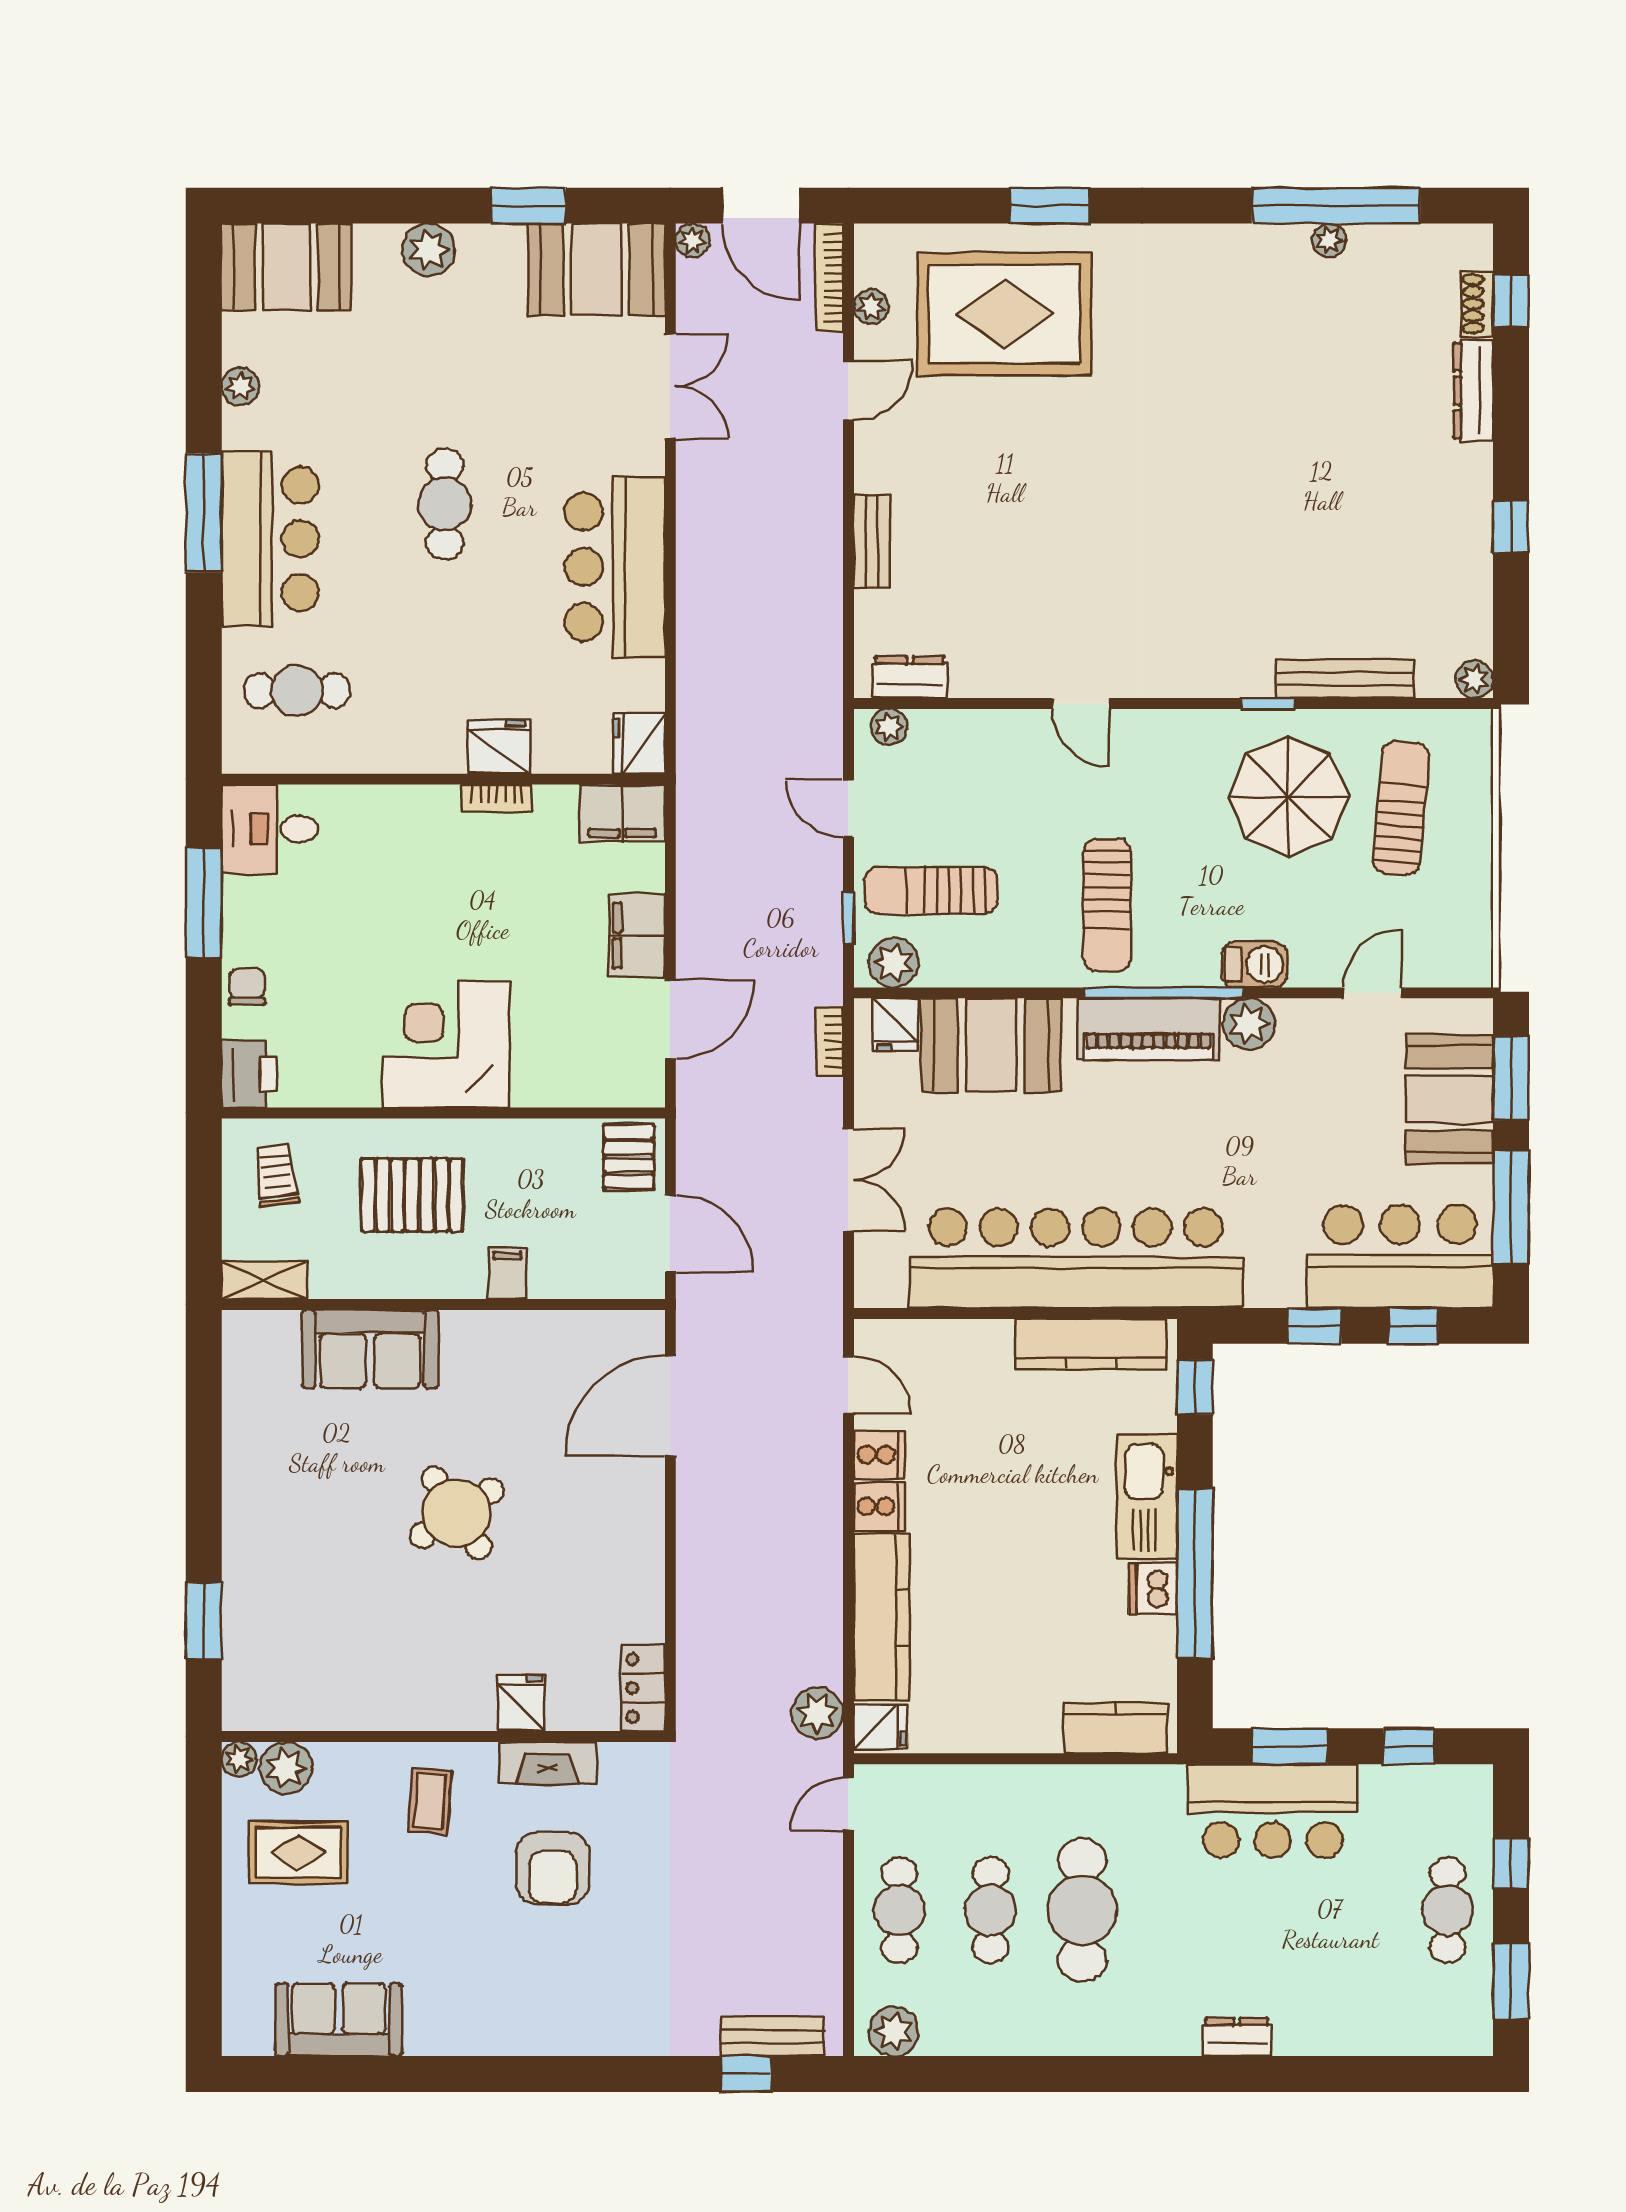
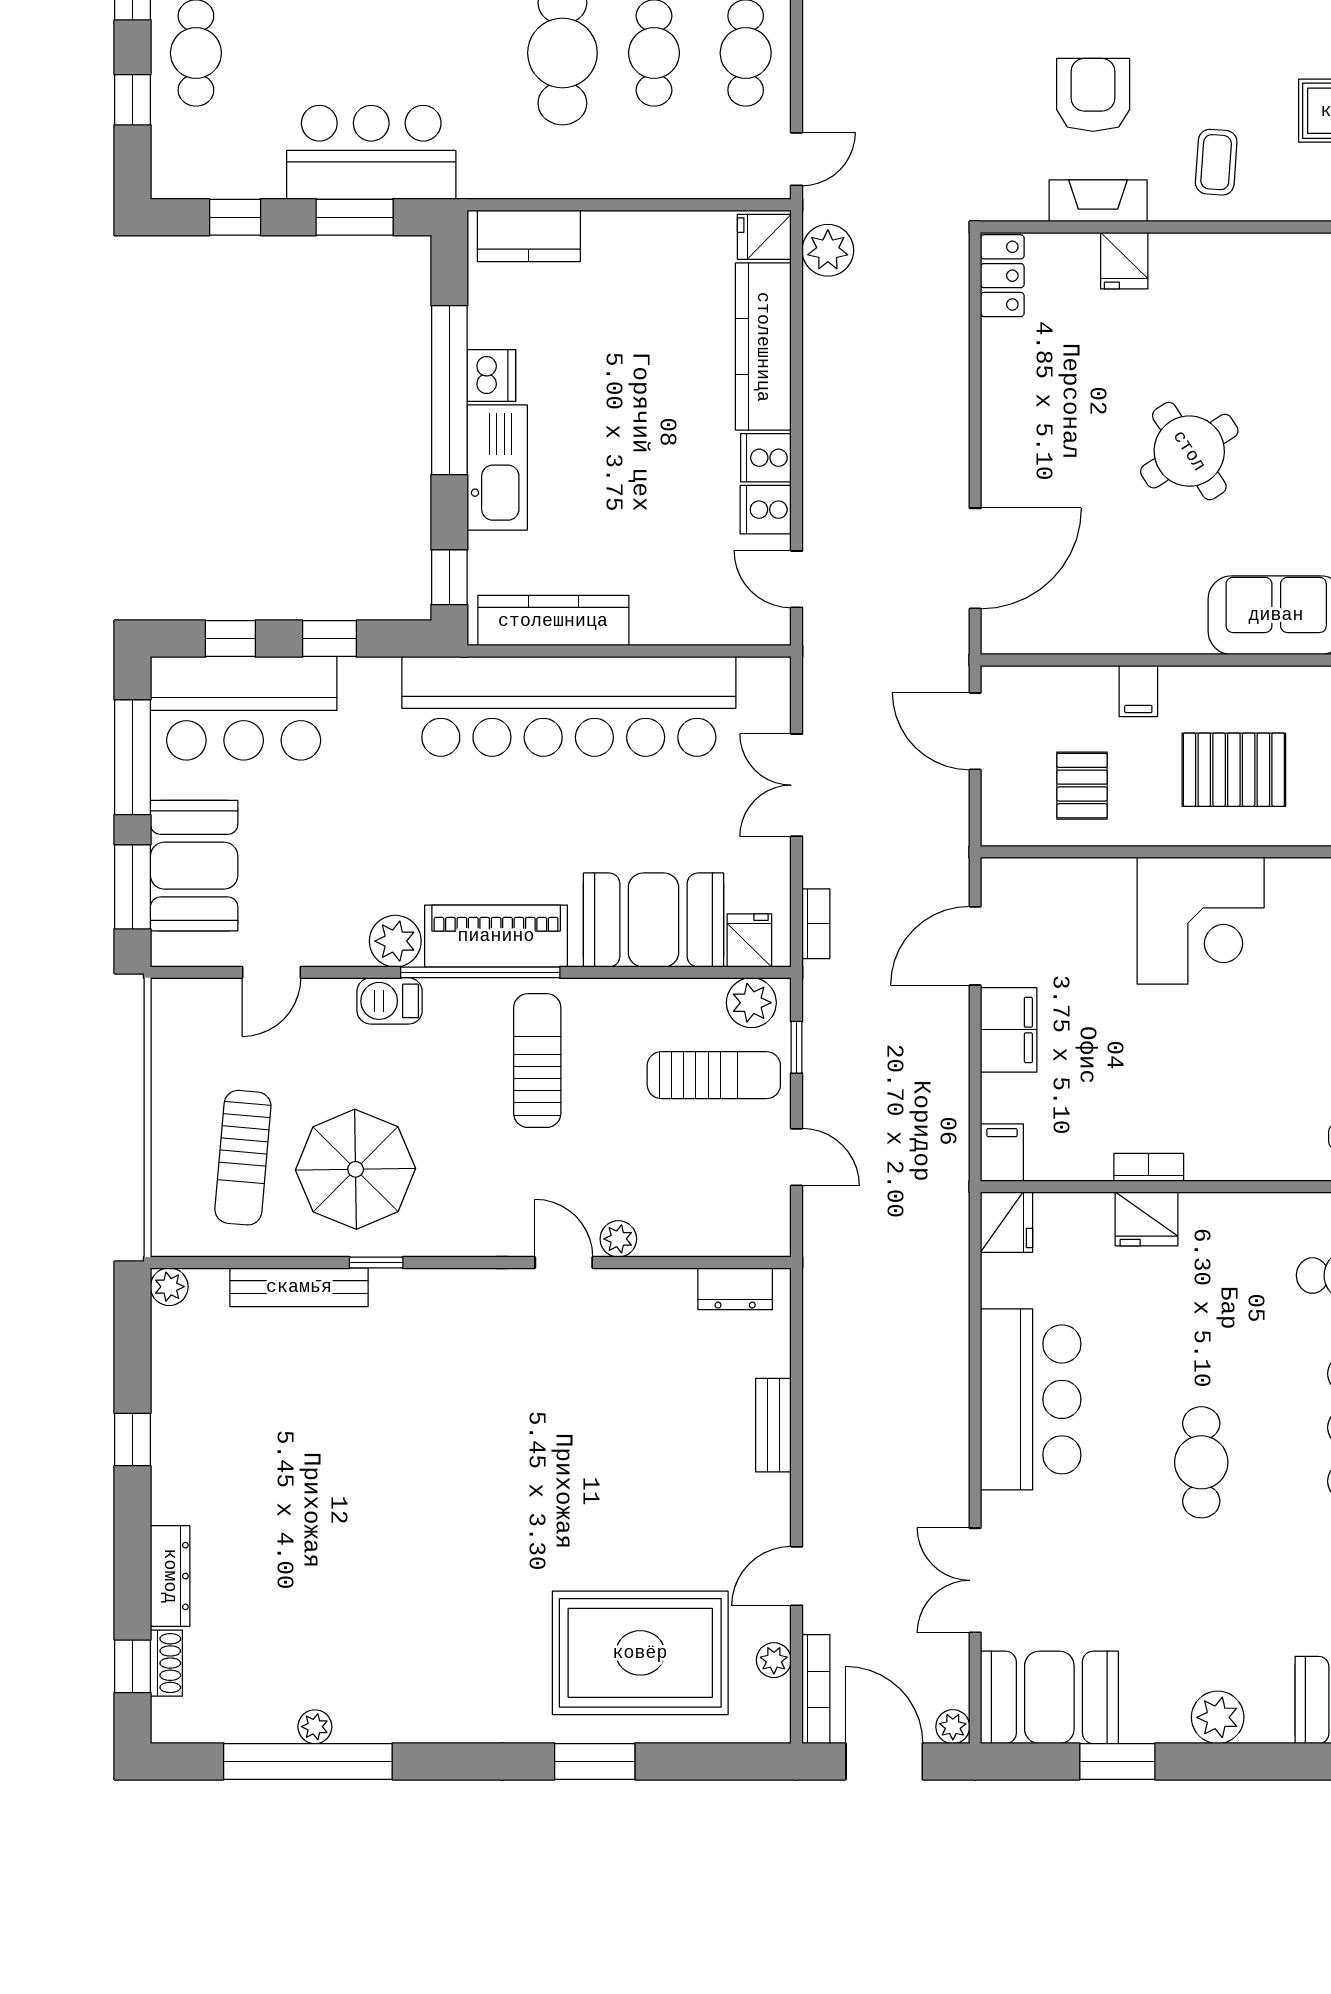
plant: (889, 727) -> (618, 1239), moved
filing cabinet: (622, 813) -> (1002, 1153), width x0.50
pallet: (629, 1157) -> (1082, 786), moved

